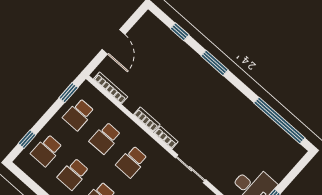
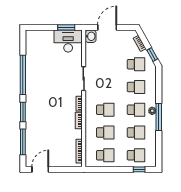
window: (180, 32) -> (23, 142), width x2.17
door: (114, 42) -> (40, 169), moved
window: (68, 93) -> (99, 169), removed
window: (279, 120) -> (23, 75), moved

